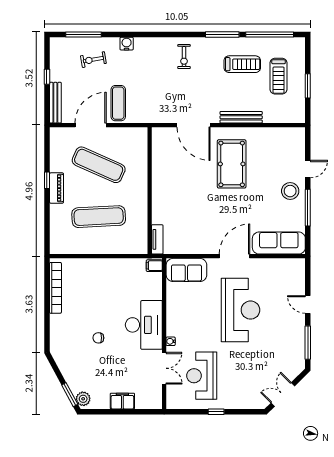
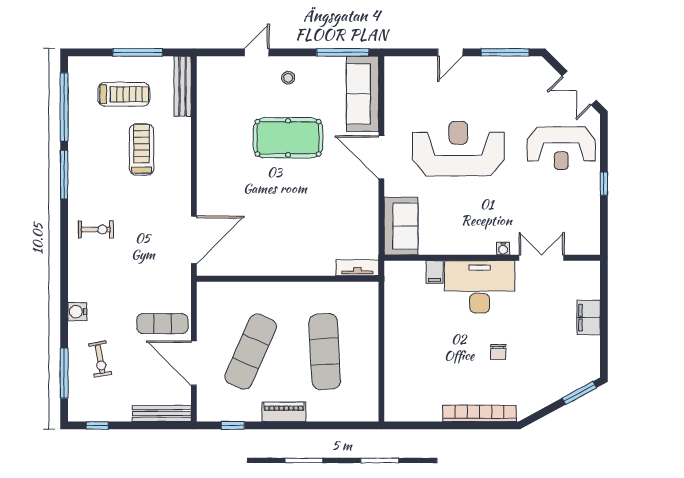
treadmill: (242, 64) -> (142, 149), moved
window: (47, 77) -> (97, 425), moved
window: (308, 86) -> (138, 52), width x1.44
bench: (241, 117) -> (183, 86), moved
door: (193, 125) -> (194, 240), moved
pool table: (232, 164) -> (288, 138), moved
door: (308, 169) -> (257, 52), hinge flipped
window: (47, 180) -> (233, 425), moved
stool: (290, 191) -> (288, 78), width x0.53, depth x0.53
window: (308, 208) -> (343, 52), moved
filing cabinet: (154, 266) -> (435, 272), moved
bookcase: (55, 288) -> (480, 413), moved
reception desk: (202, 376) -> (561, 148), moved
plant: (83, 399) -> (585, 374), removed

